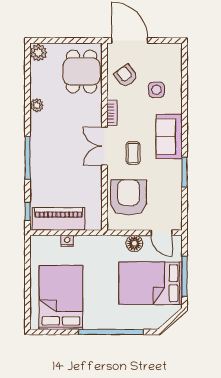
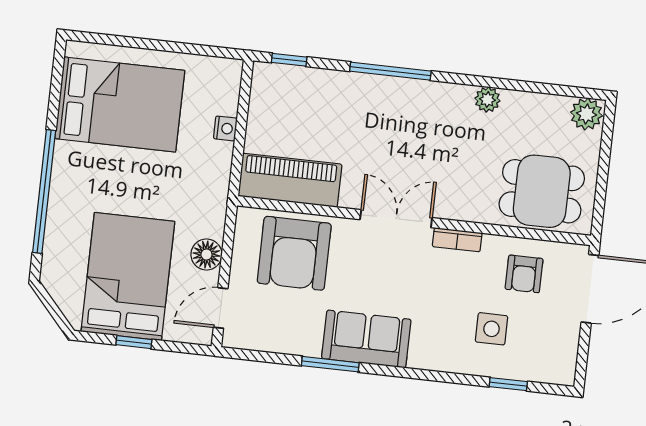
armchair: (126, 76) -> (524, 274), turned 127
window: (184, 78) -> (508, 384), added
sofa: (169, 137) -> (366, 339), moved
coffee table: (133, 153) -> (377, 271), removed
armchair: (129, 197) -> (294, 253), turned 90
piano: (59, 219) -> (290, 180), moved, turned -90
window: (184, 276) -> (134, 342), width x0.46

